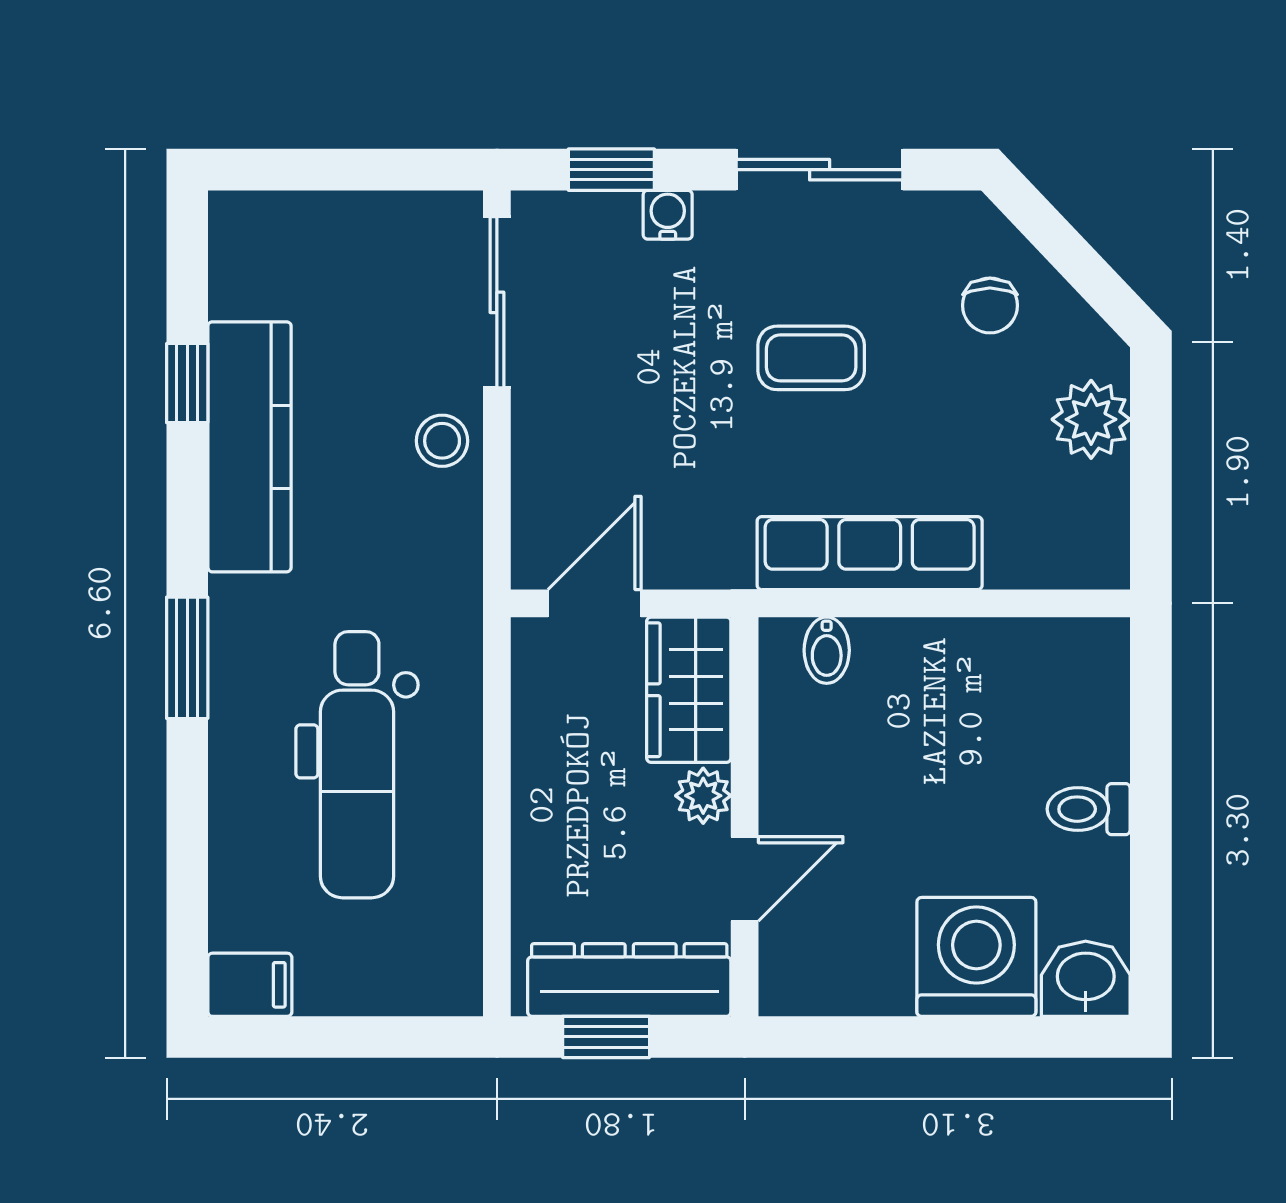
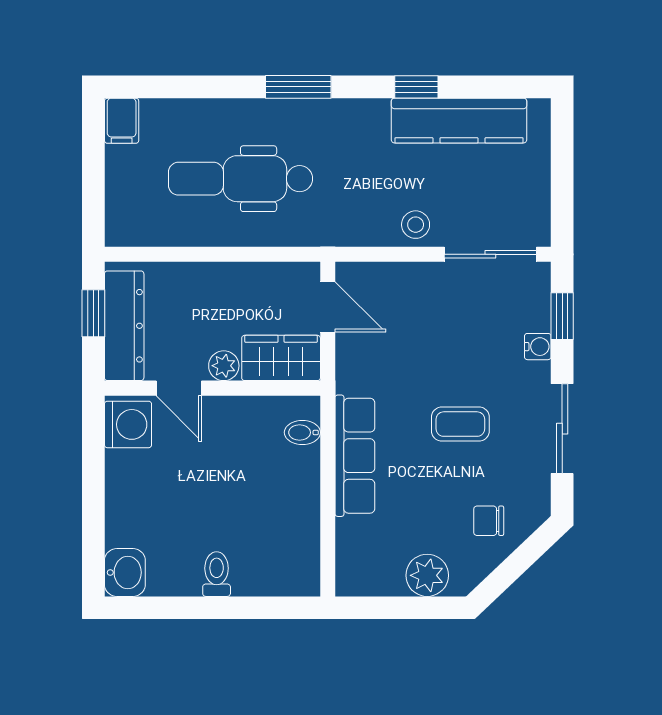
coffee table: (811, 358) -> (460, 424), turned 90
window: (187, 383) -> (416, 87), moved
kitchen counter: (249, 447) -> (459, 121), moved
washing machine: (976, 957) -> (128, 424), moved, width x0.73, depth x0.73

